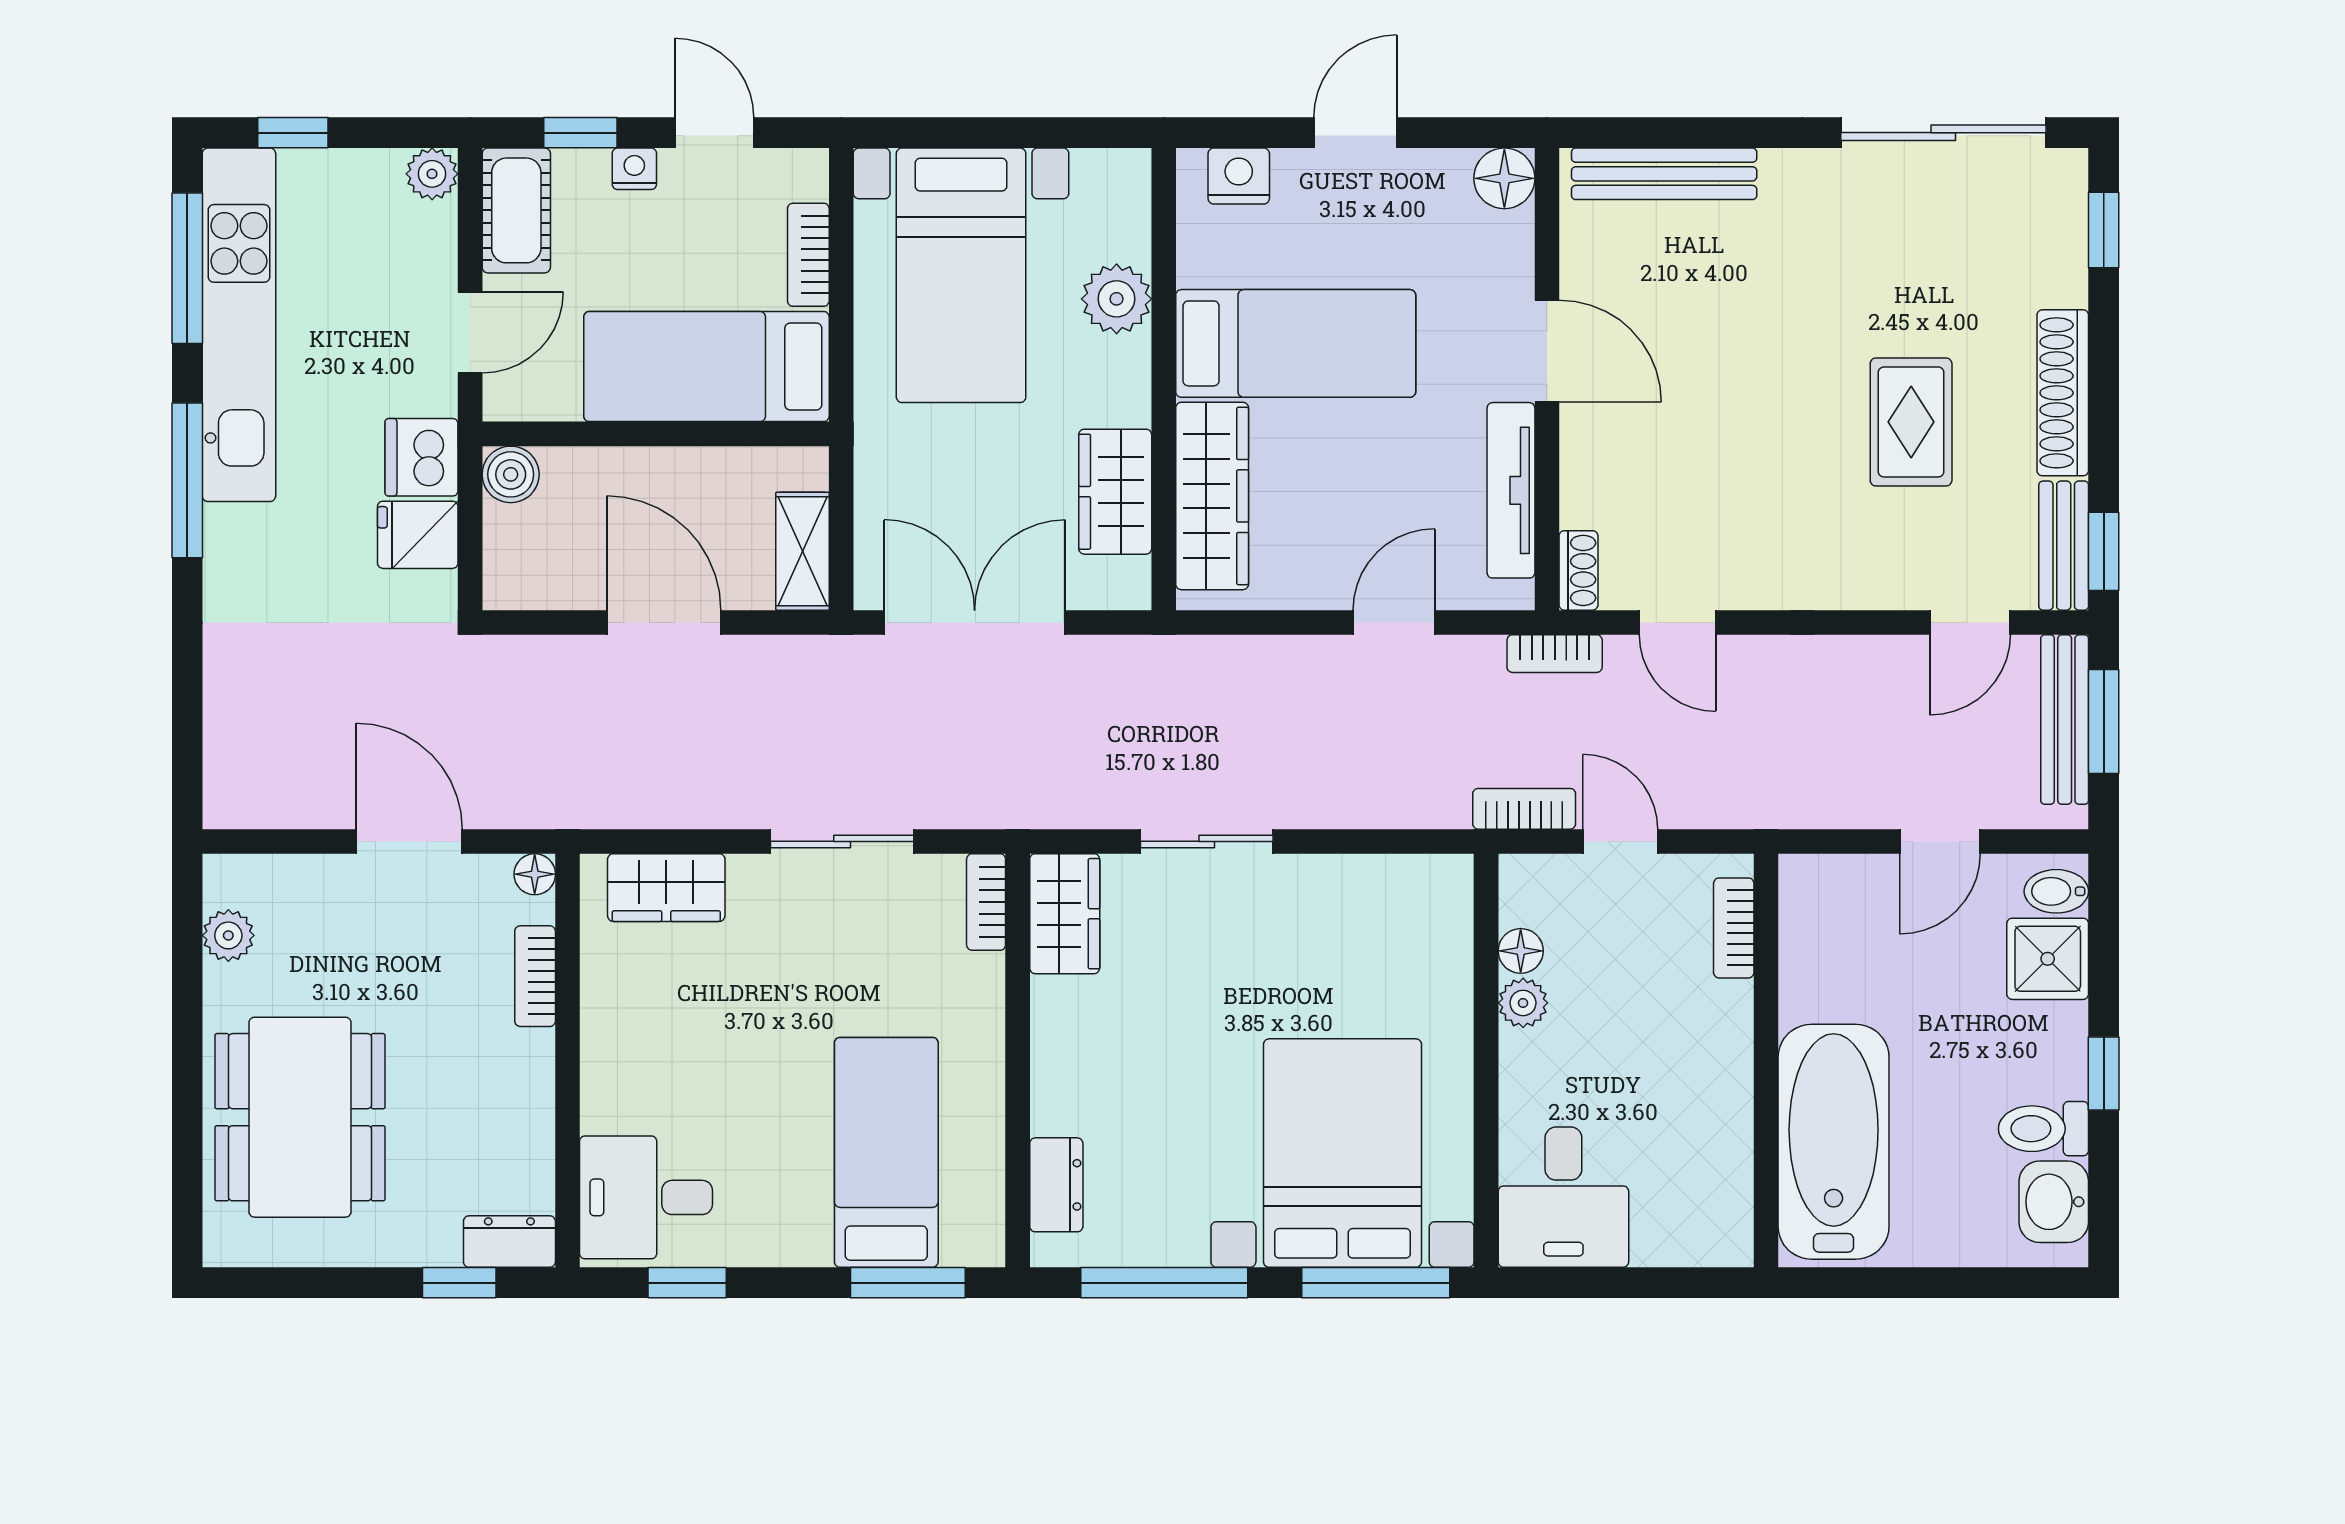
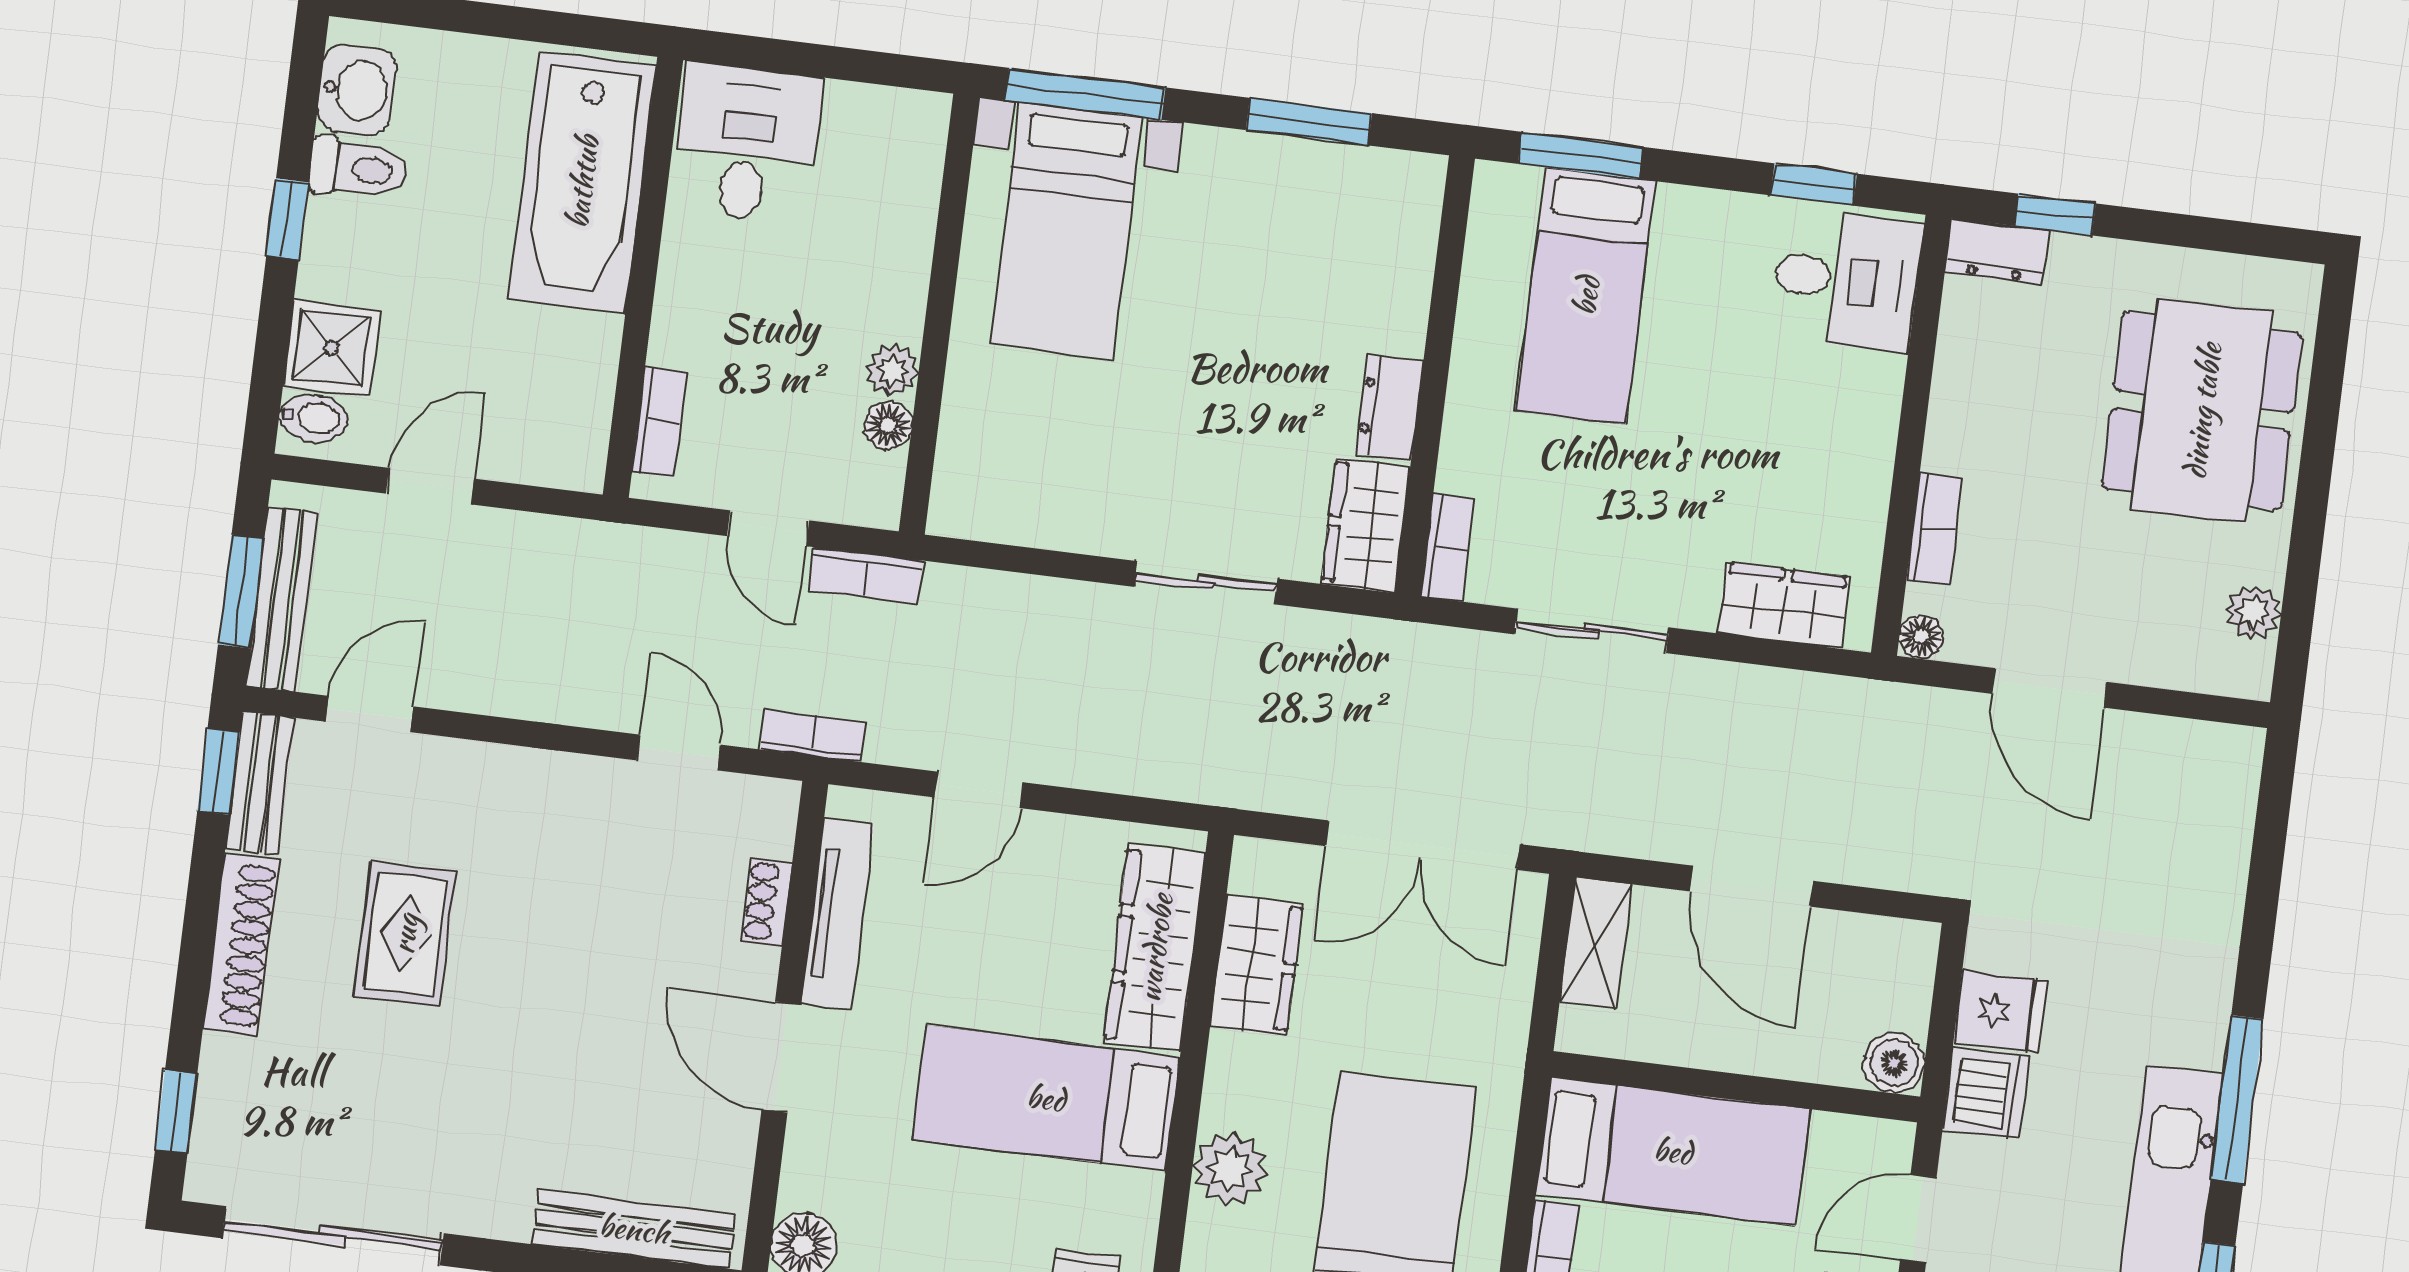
shoe rack: (1578, 570) -> (767, 902), moved
bed with nightstands: (1343, 1153) -> (1066, 231), width x0.73
dresser: (1056, 1185) -> (1389, 408), moved
desk: (1563, 1197) -> (747, 143), moved
window: (1164, 1283) -> (1309, 122), width x0.69

